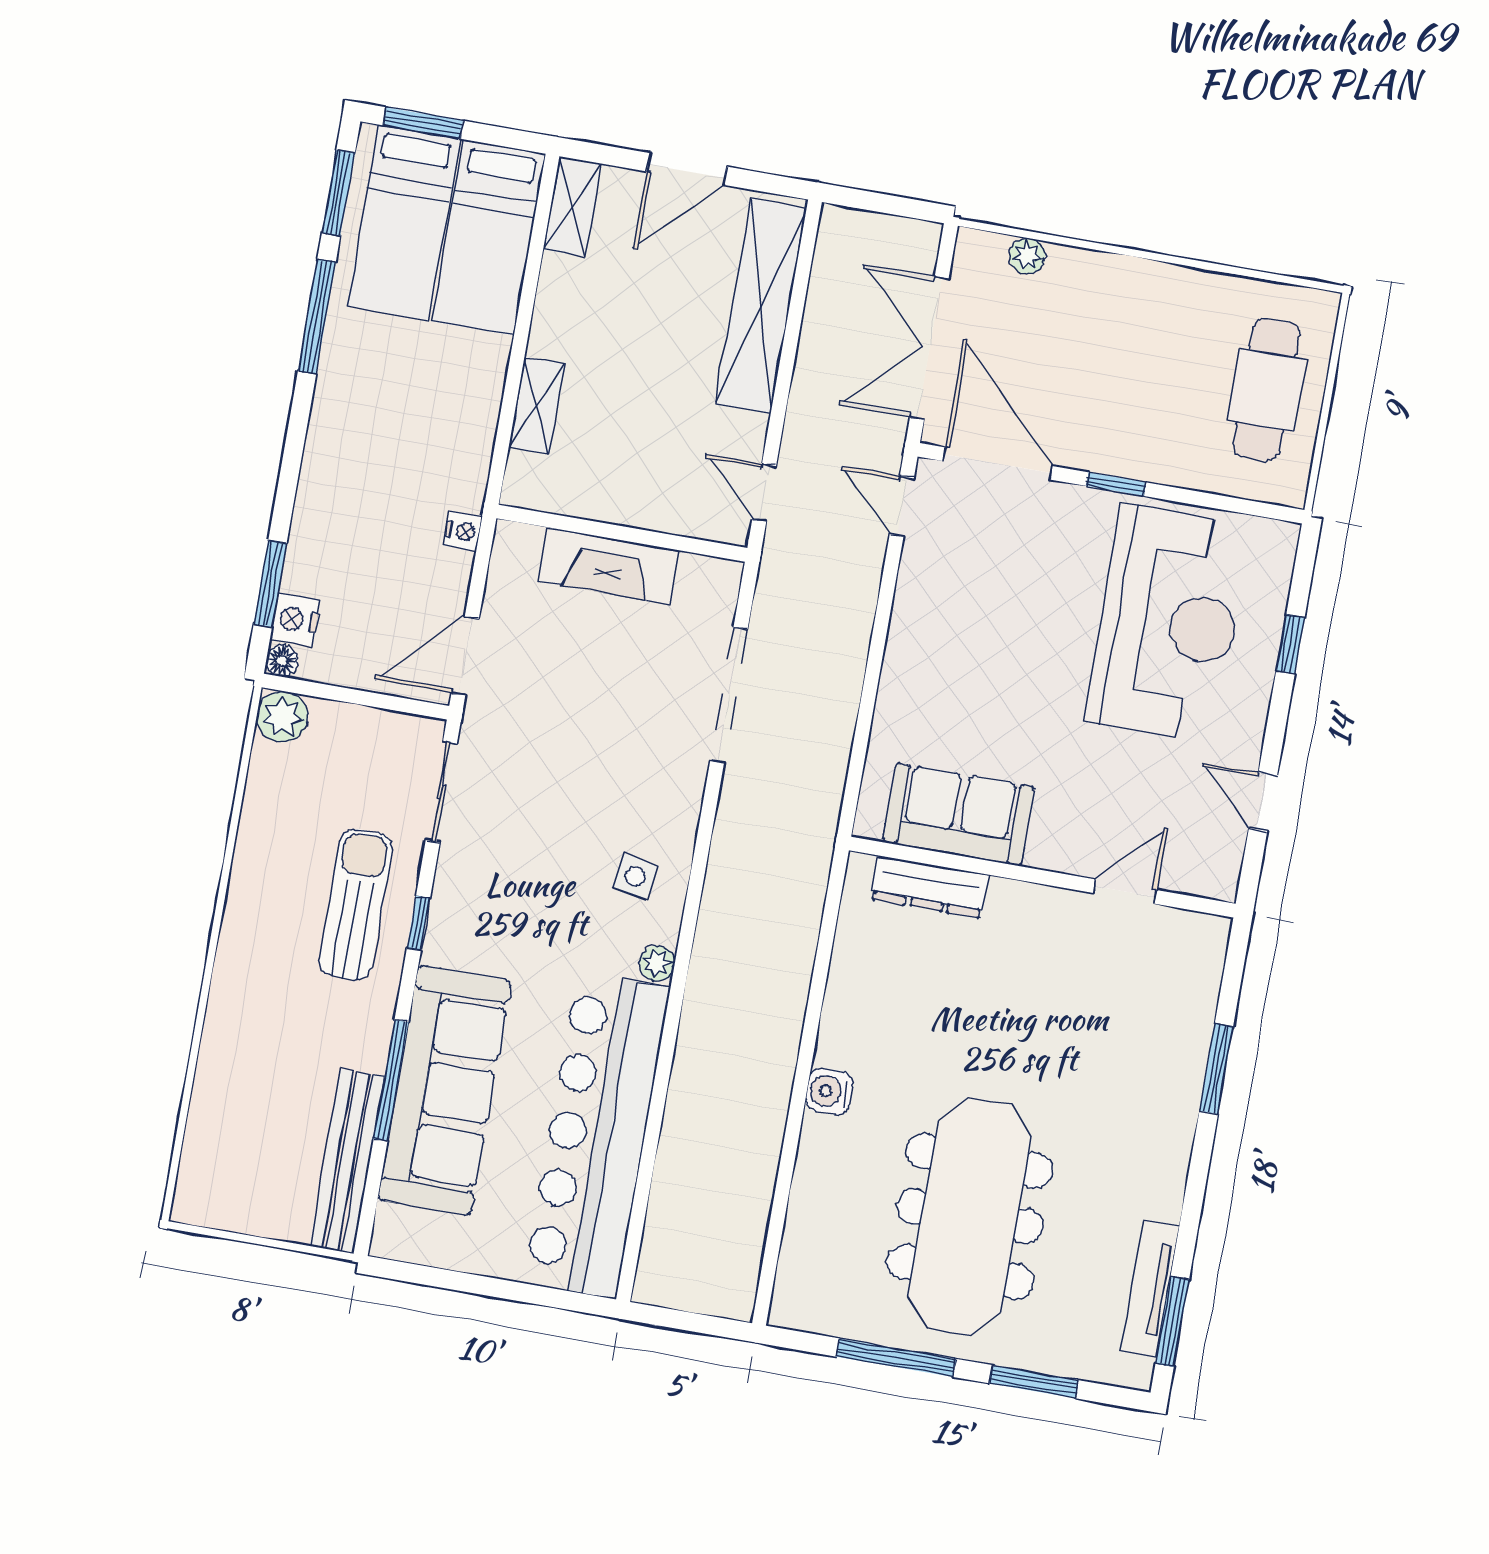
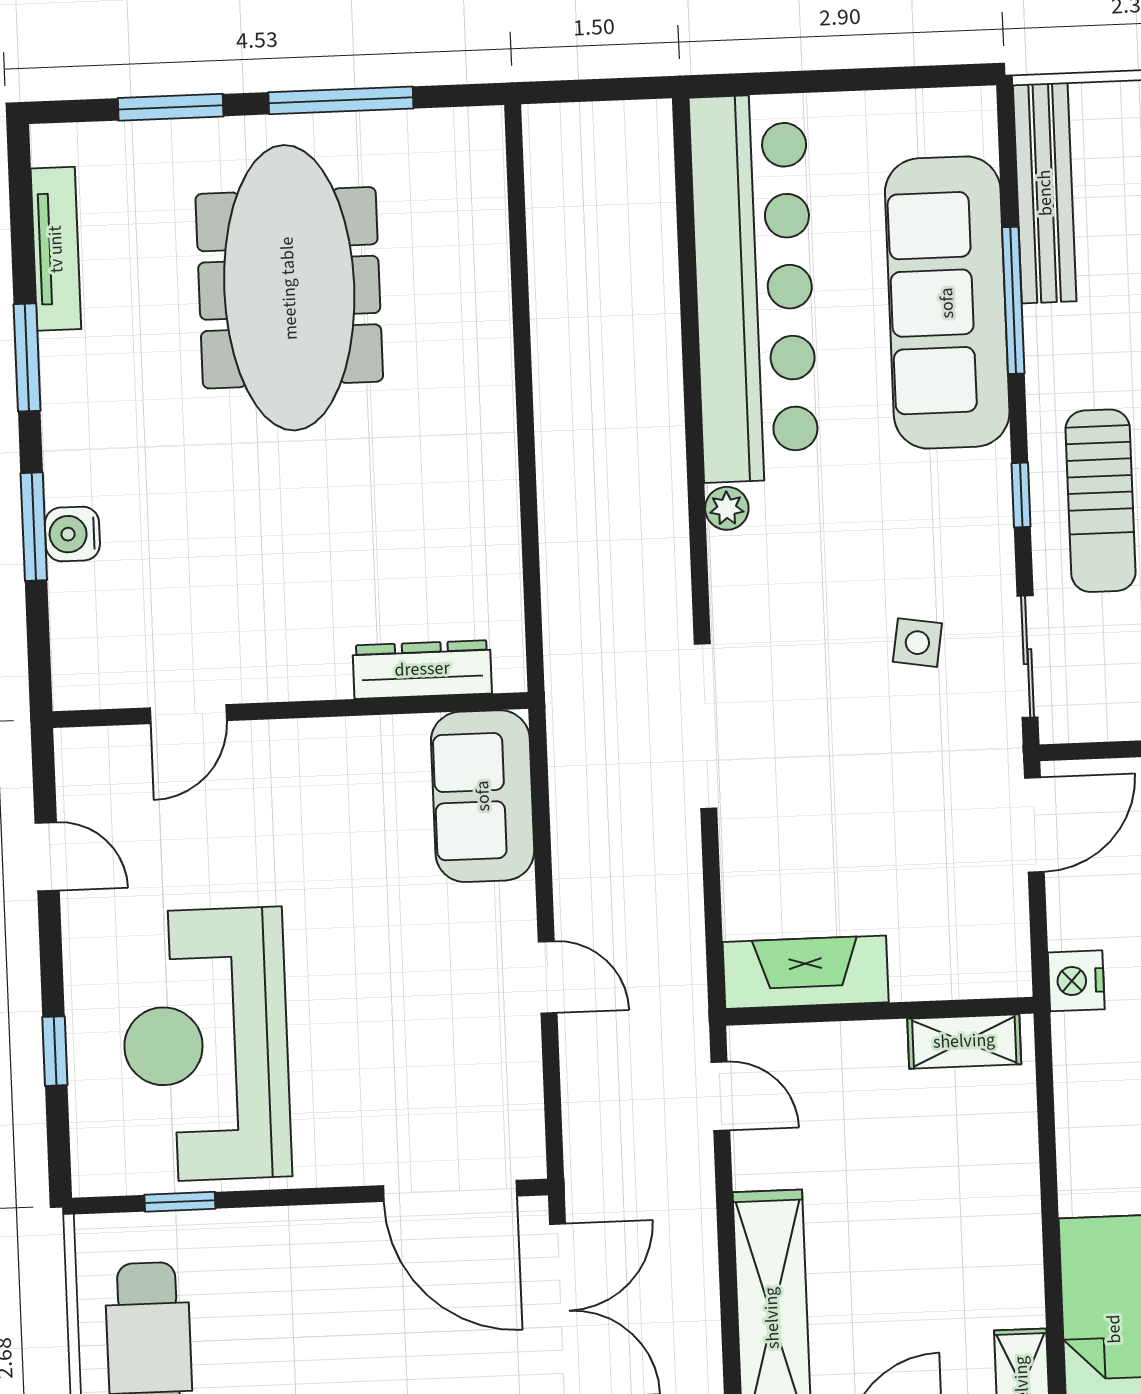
shelving: (537, 406) -> (964, 1041), moved, turned 90
window: (1116, 484) -> (180, 1202), moved
door: (902, 506) -> (548, 977), moved
nightstand: (463, 531) -> (1076, 981), width x1.39, depth x1.35
fireplace: (609, 566) -> (806, 972), moved
doorway: (729, 695) -> (706, 726), moved
sofa: (958, 814) -> (483, 796), moved, turned 90
side table: (635, 877) -> (917, 643), moved
water cooler: (829, 1092) -> (72, 534), moved, turned 180
window: (1172, 1322) -> (27, 357), moved

